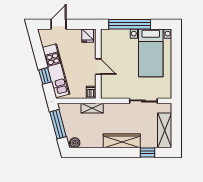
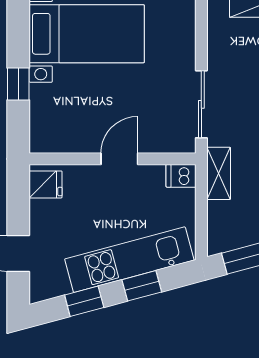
window: (130, 24) -> (18, 84), width x0.32
window: (39, 52) -> (84, 301), added
sliding door: (143, 101) -> (201, 104), moved

